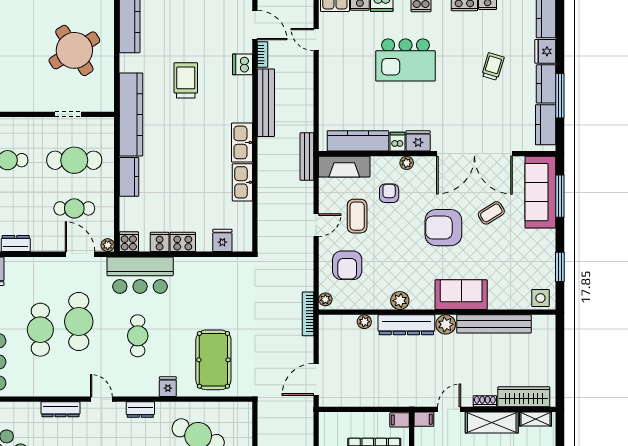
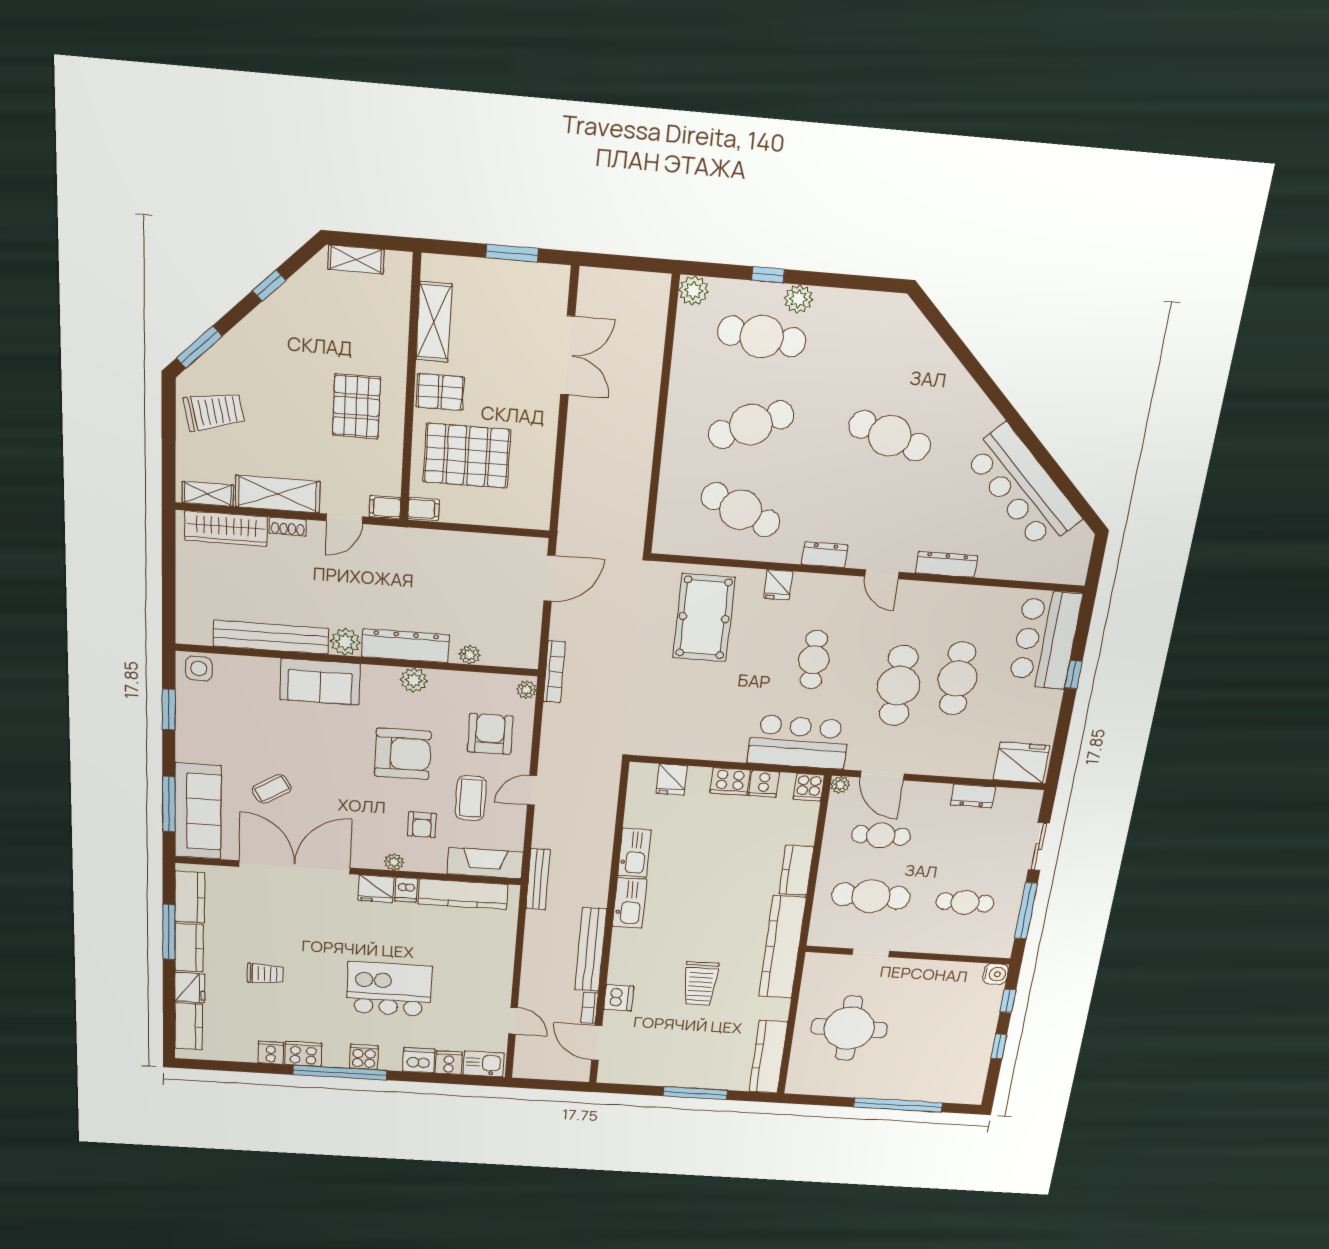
round table: (74, 50) -> (849, 1028), turned 32
trolley: (493, 66) -> (265, 974), turned -107
armchair: (443, 228) -> (403, 754), moved

